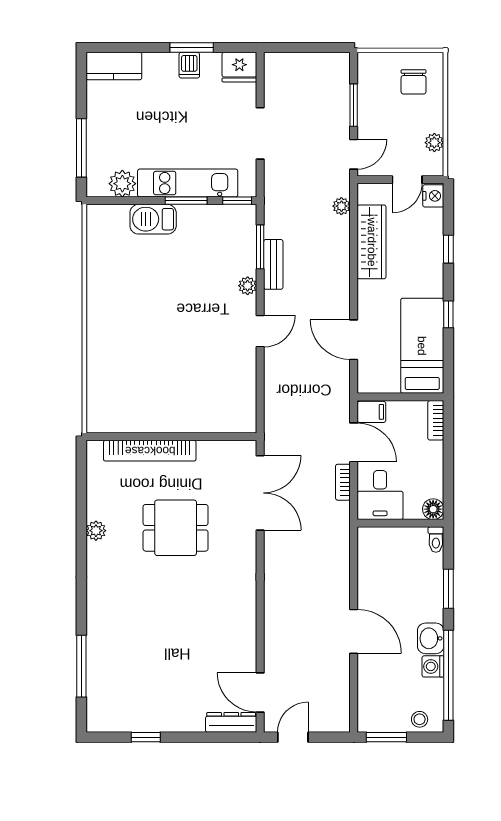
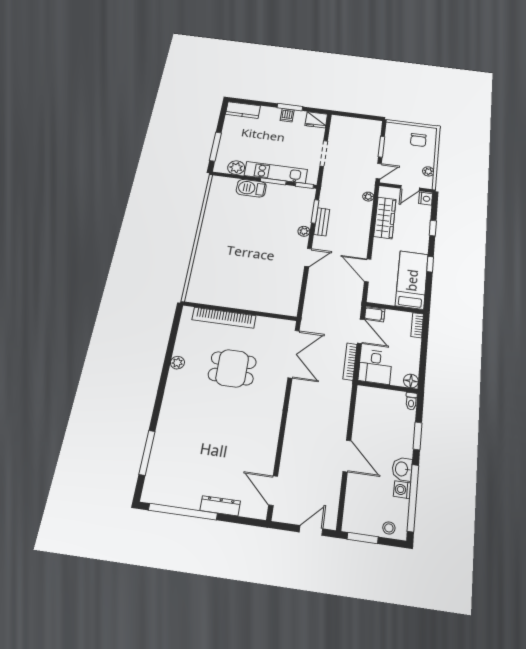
bookcase: (343, 482) -> (350, 362), width x1.56
dresser: (231, 722) -> (220, 506), moved
window: (146, 737) -> (183, 512), width x3.17
door: (293, 737) -> (311, 530), moved

